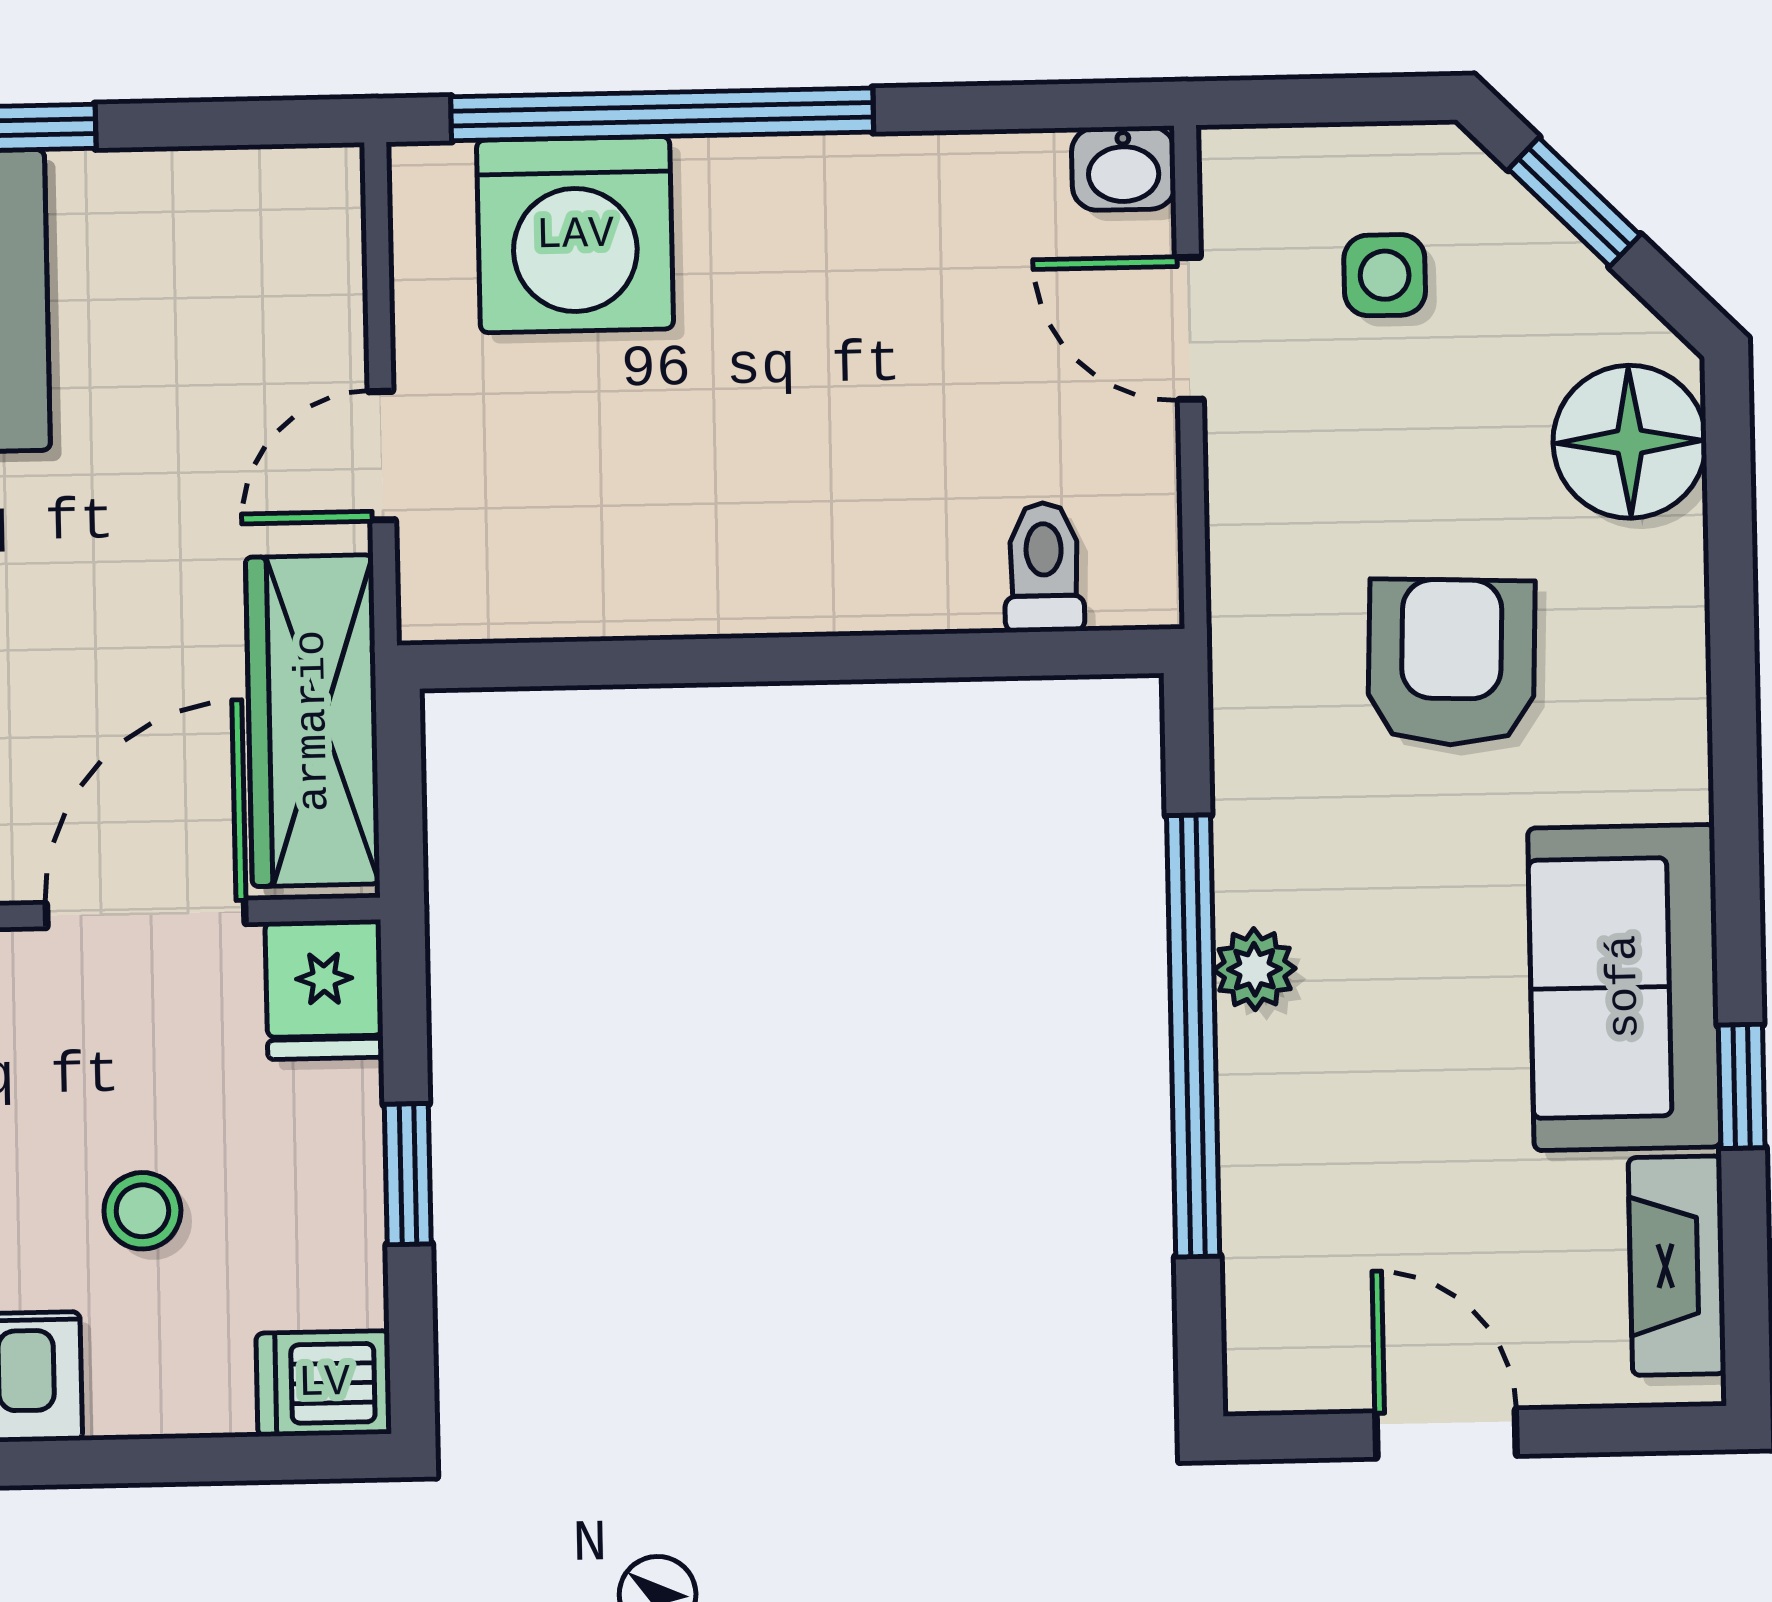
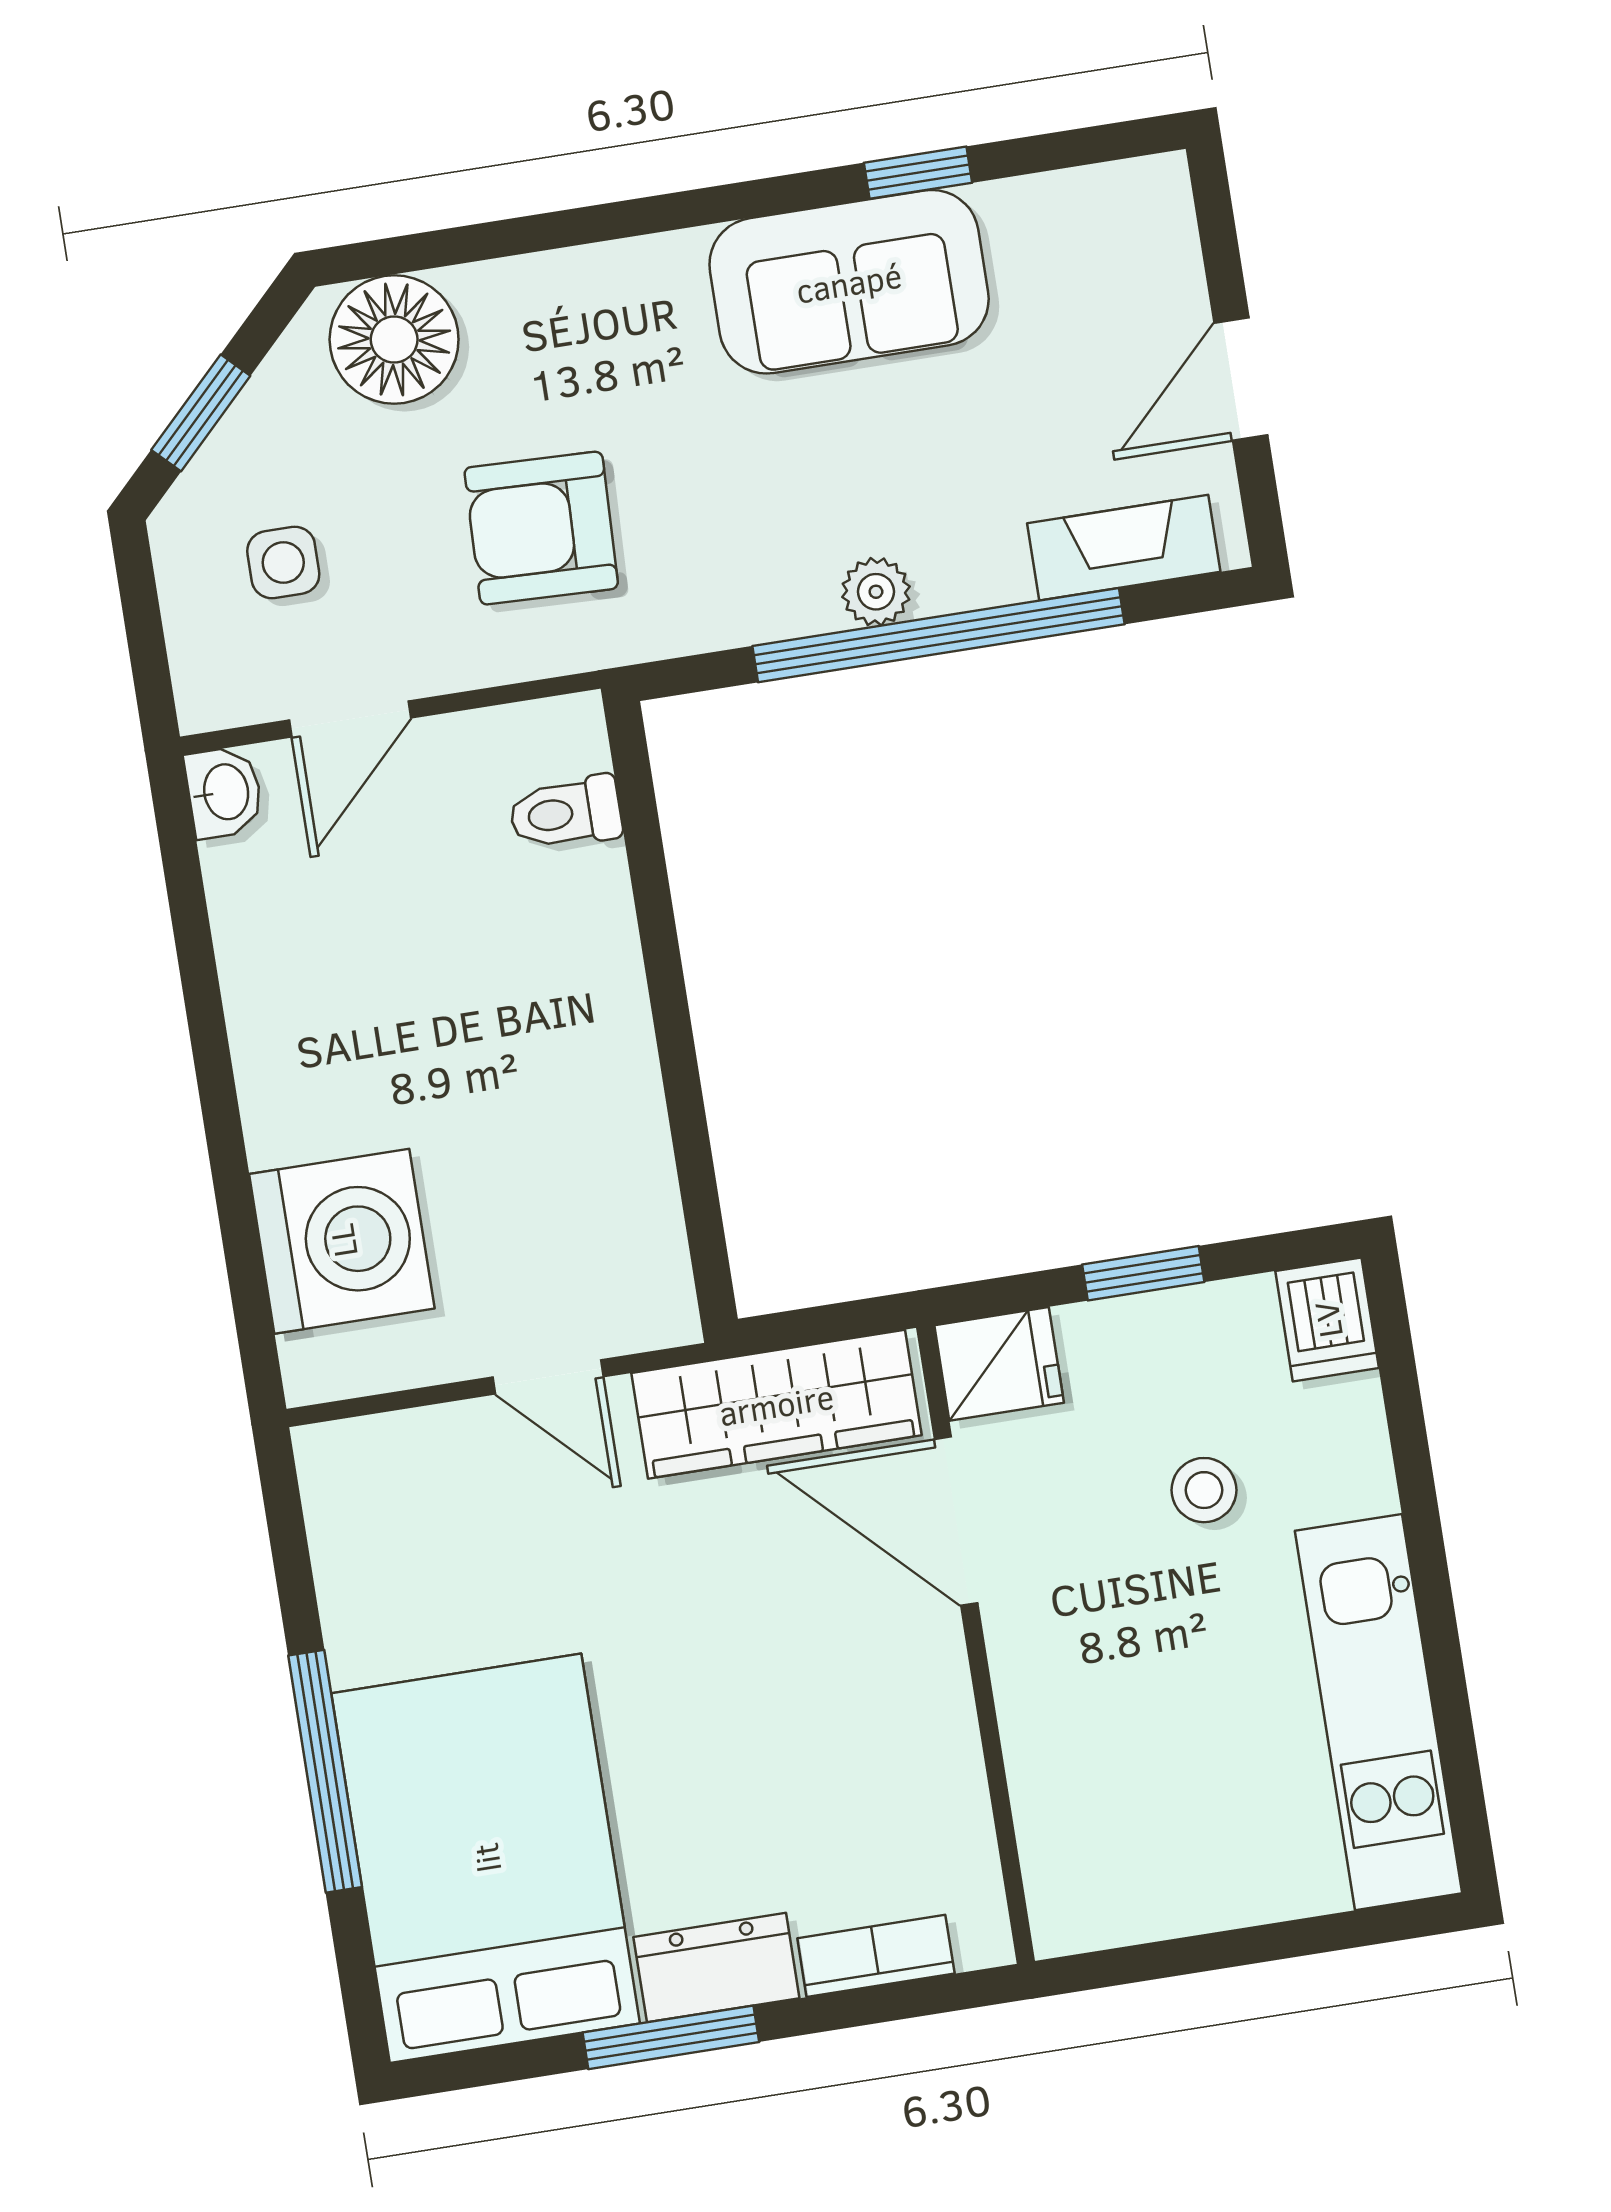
window: (662, 114) -> (232, 1182), removed
armchair: (1451, 662) -> (541, 528), moved
fireplace: (1677, 1266) -> (1124, 548), moved, turned 180

